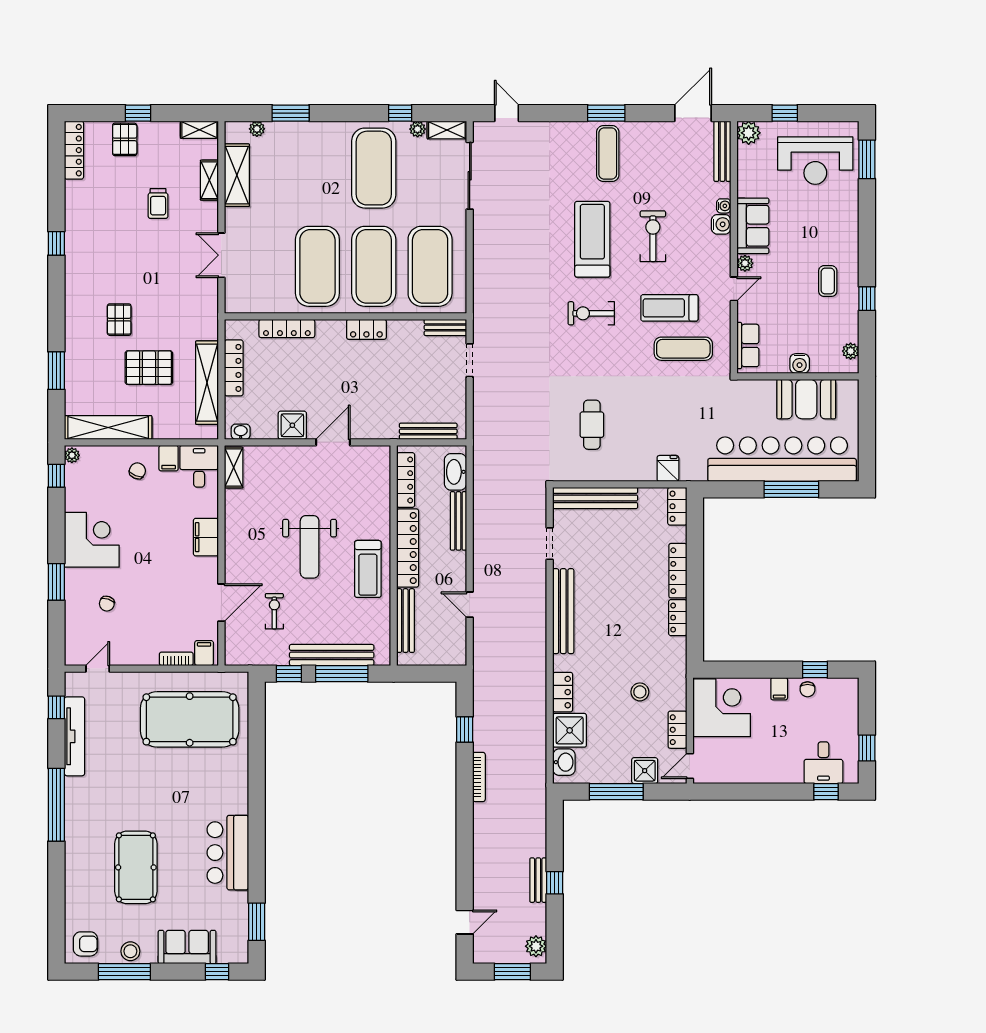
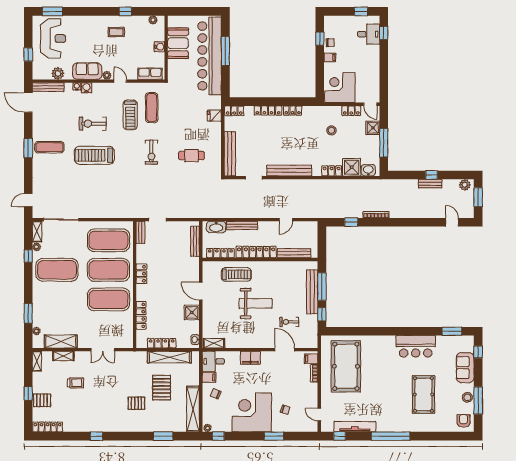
plant: (749, 133) -> (58, 73), moved
exercise bike: (591, 313) -> (151, 152), moved
corner desk: (92, 540) -> (252, 412), width x1.36, depth x1.36
treadmill: (368, 569) -> (236, 274), moved
pool table: (136, 867) -> (423, 394), turned 90

